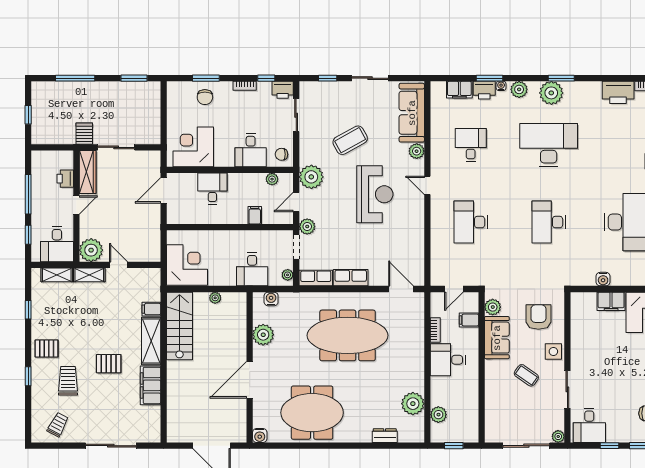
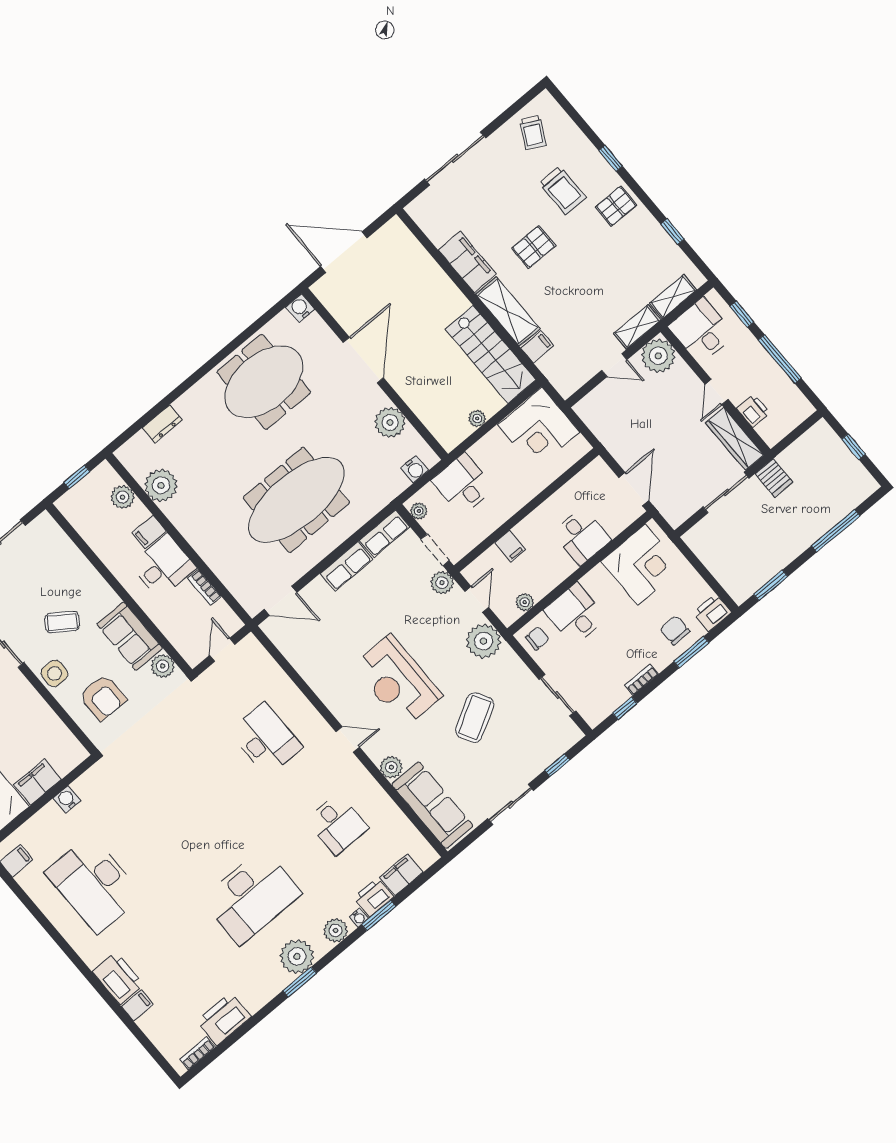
printer: (283, 90) -> (712, 613), moved
desk: (549, 222) -> (180, 812), removed
filing cabinet: (469, 320) -> (149, 532), moved, turned 180

